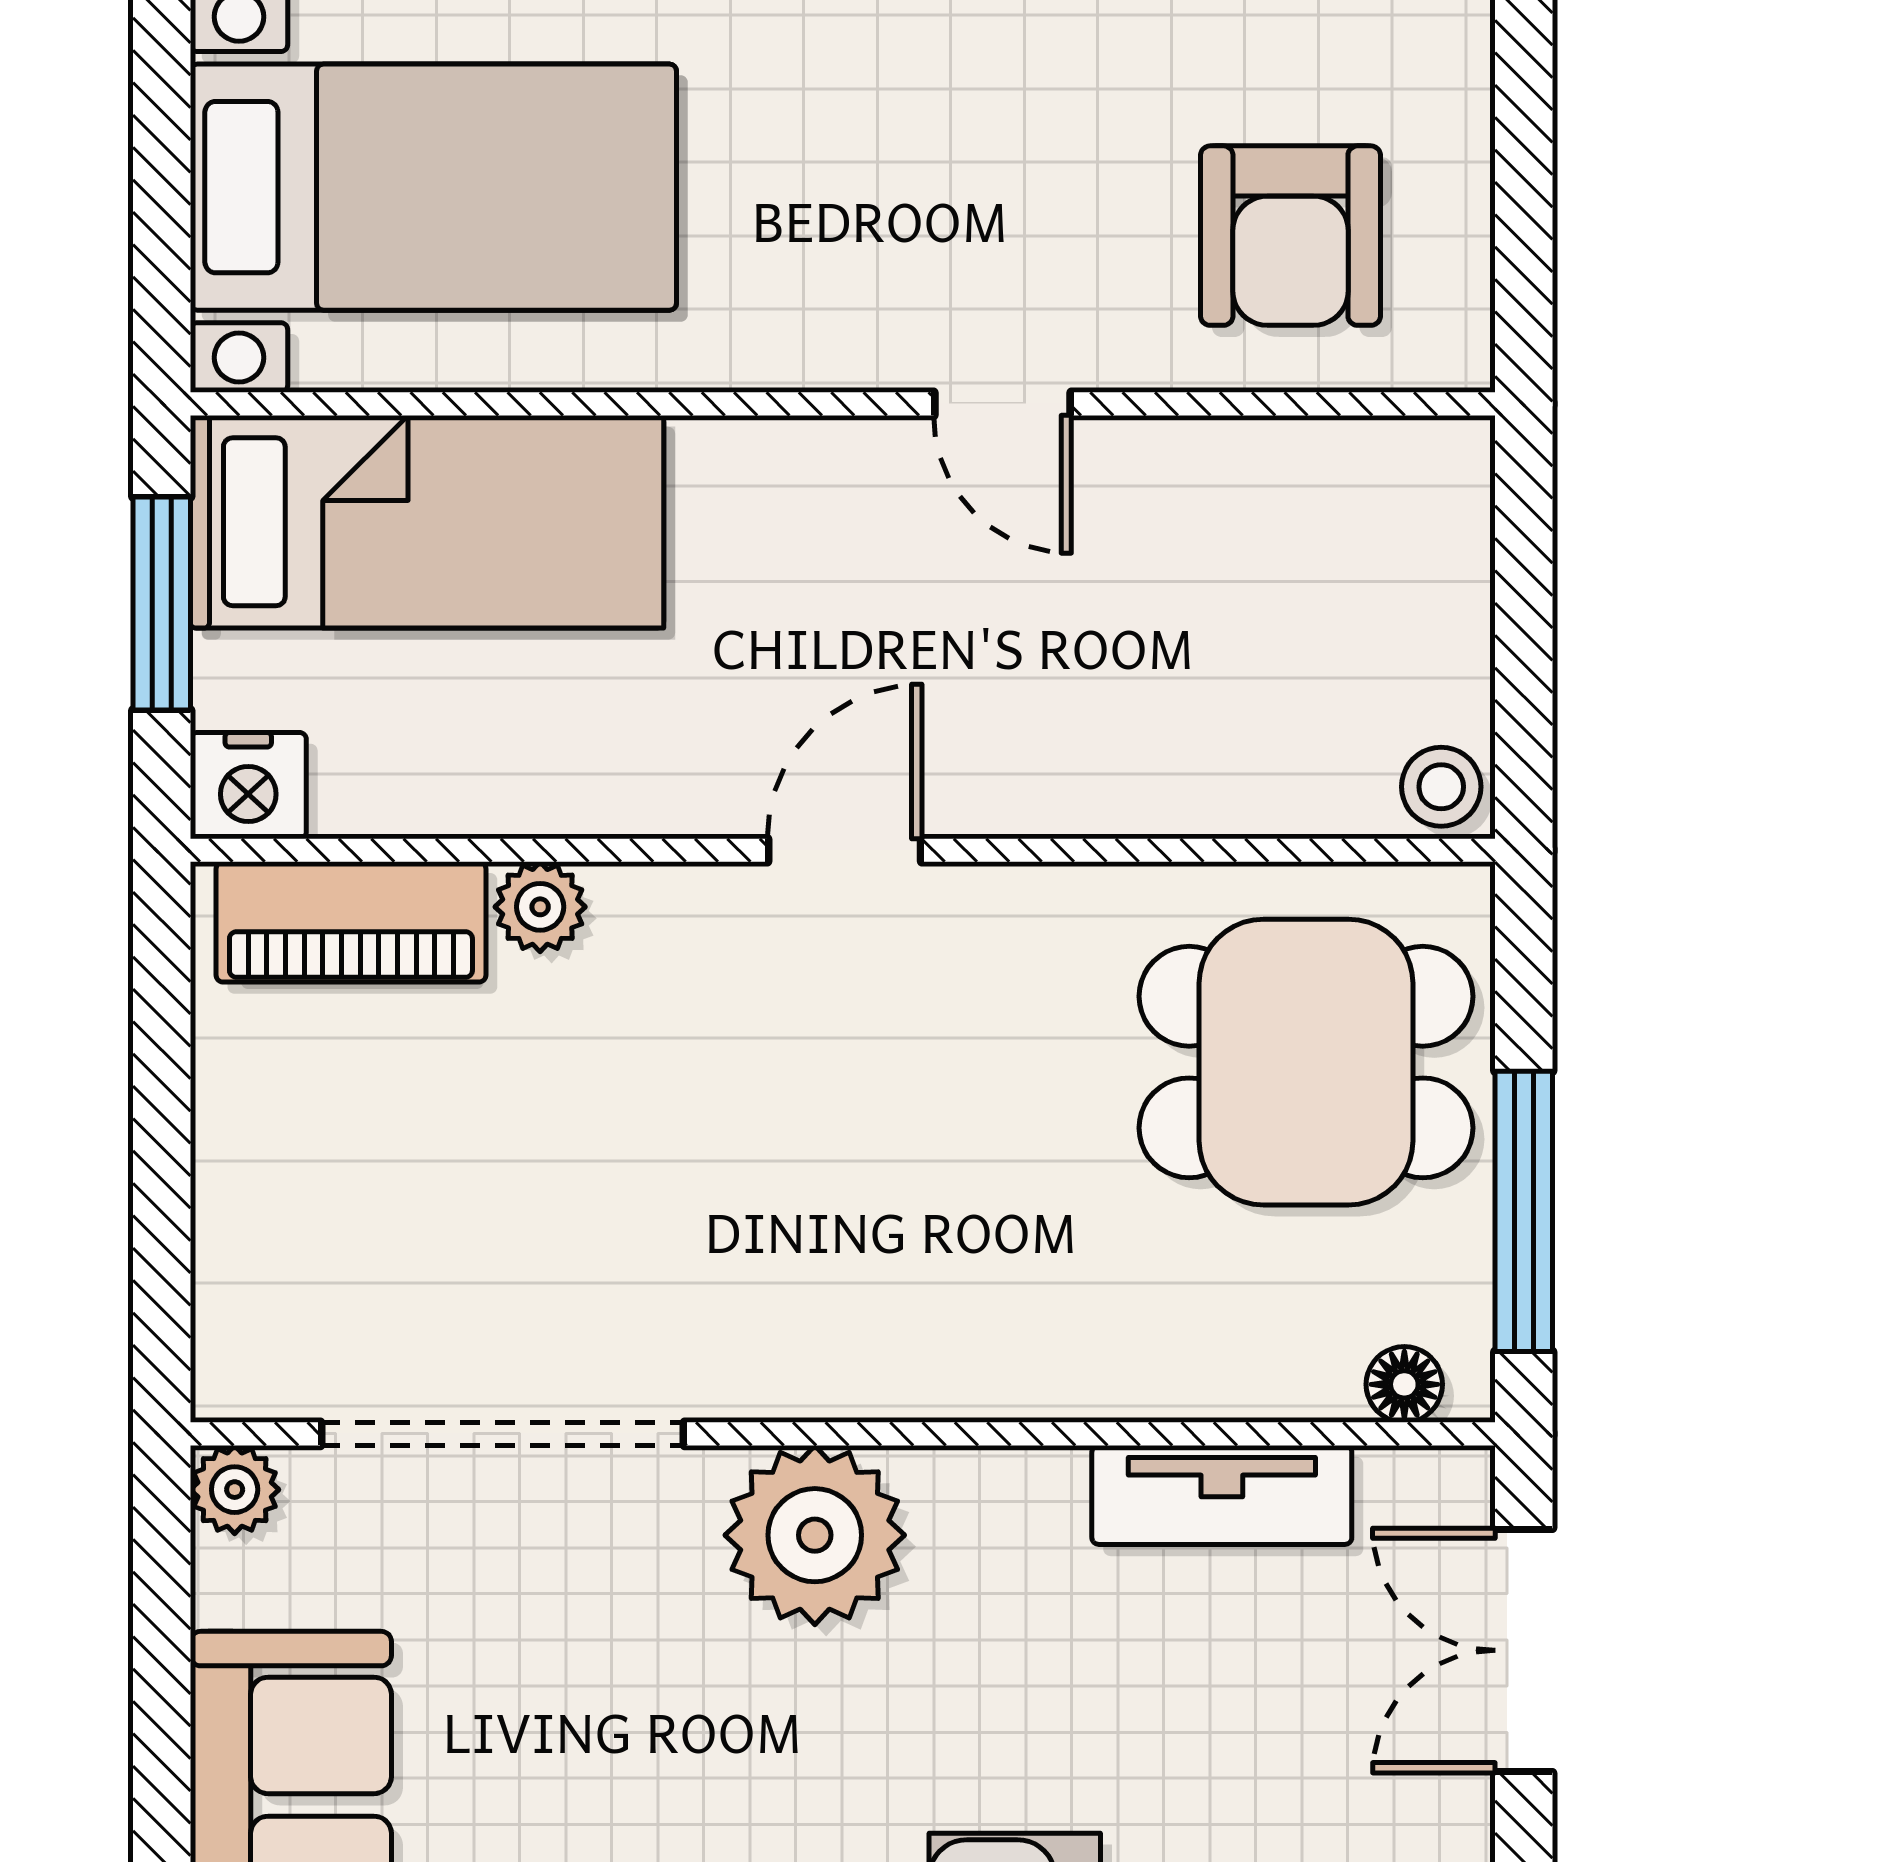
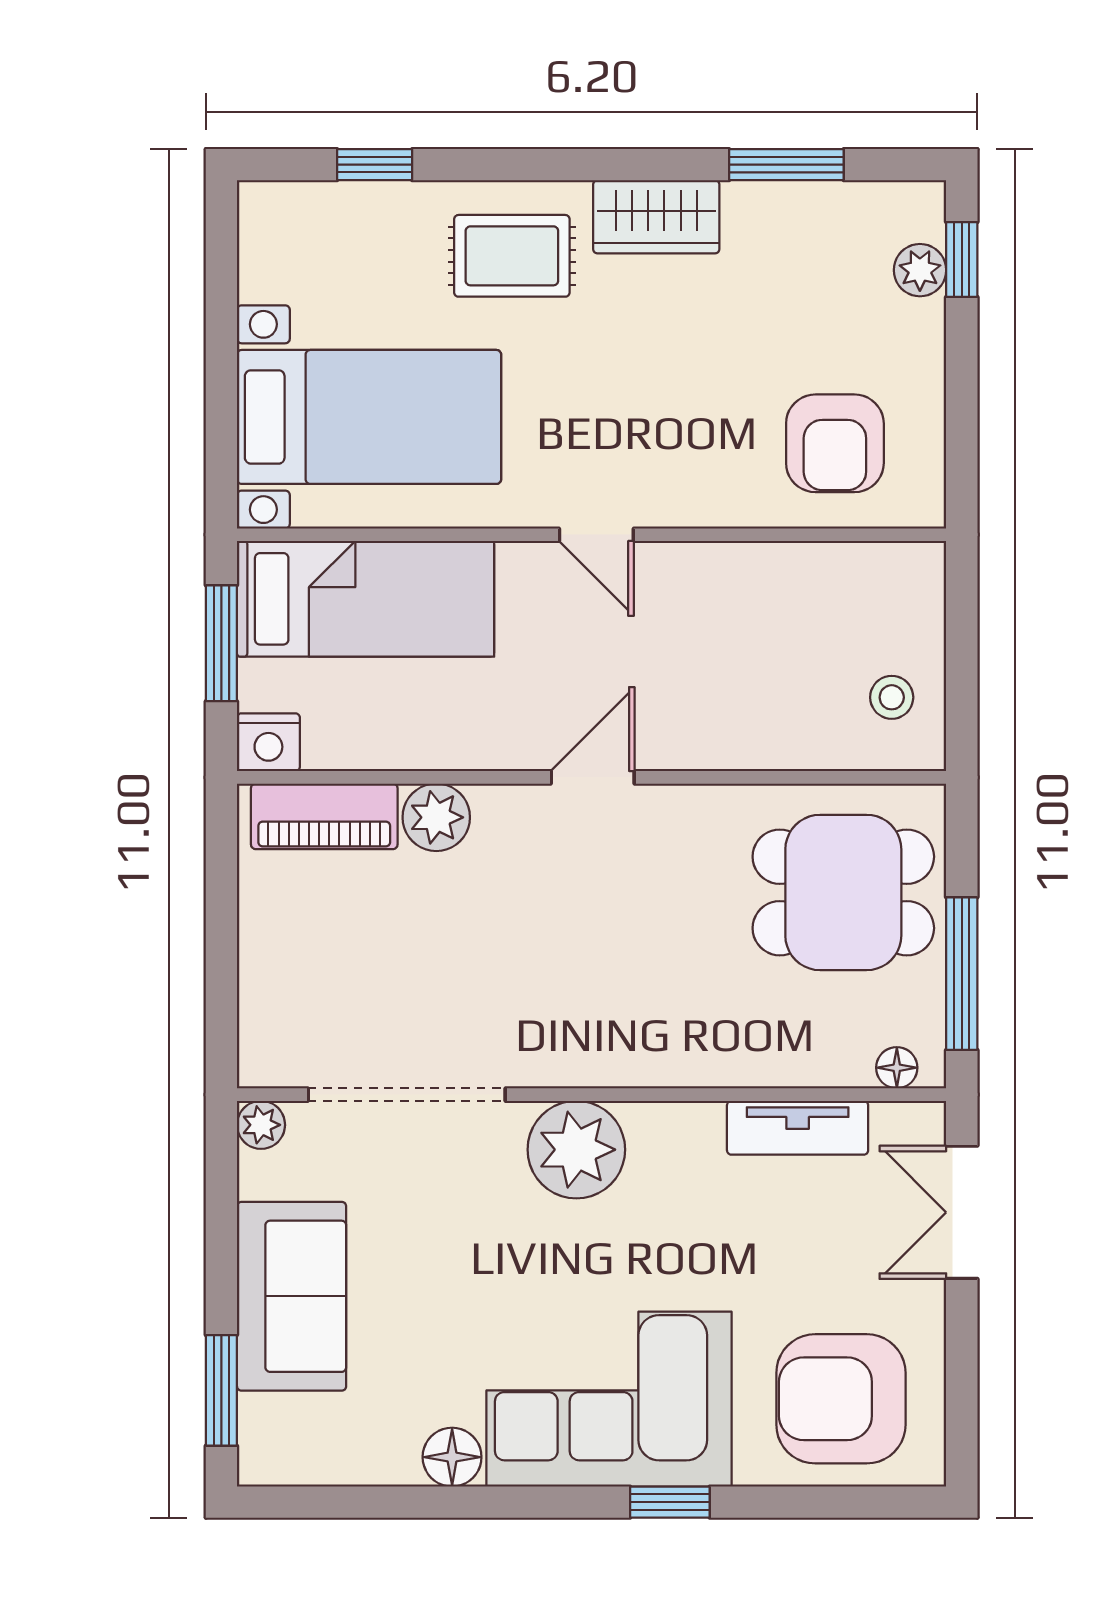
door: (1002, 404) -> (596, 535), moved
stool: (1441, 787) -> (892, 697), moved
plant: (540, 907) -> (436, 817), width x1.38, depth x1.38

